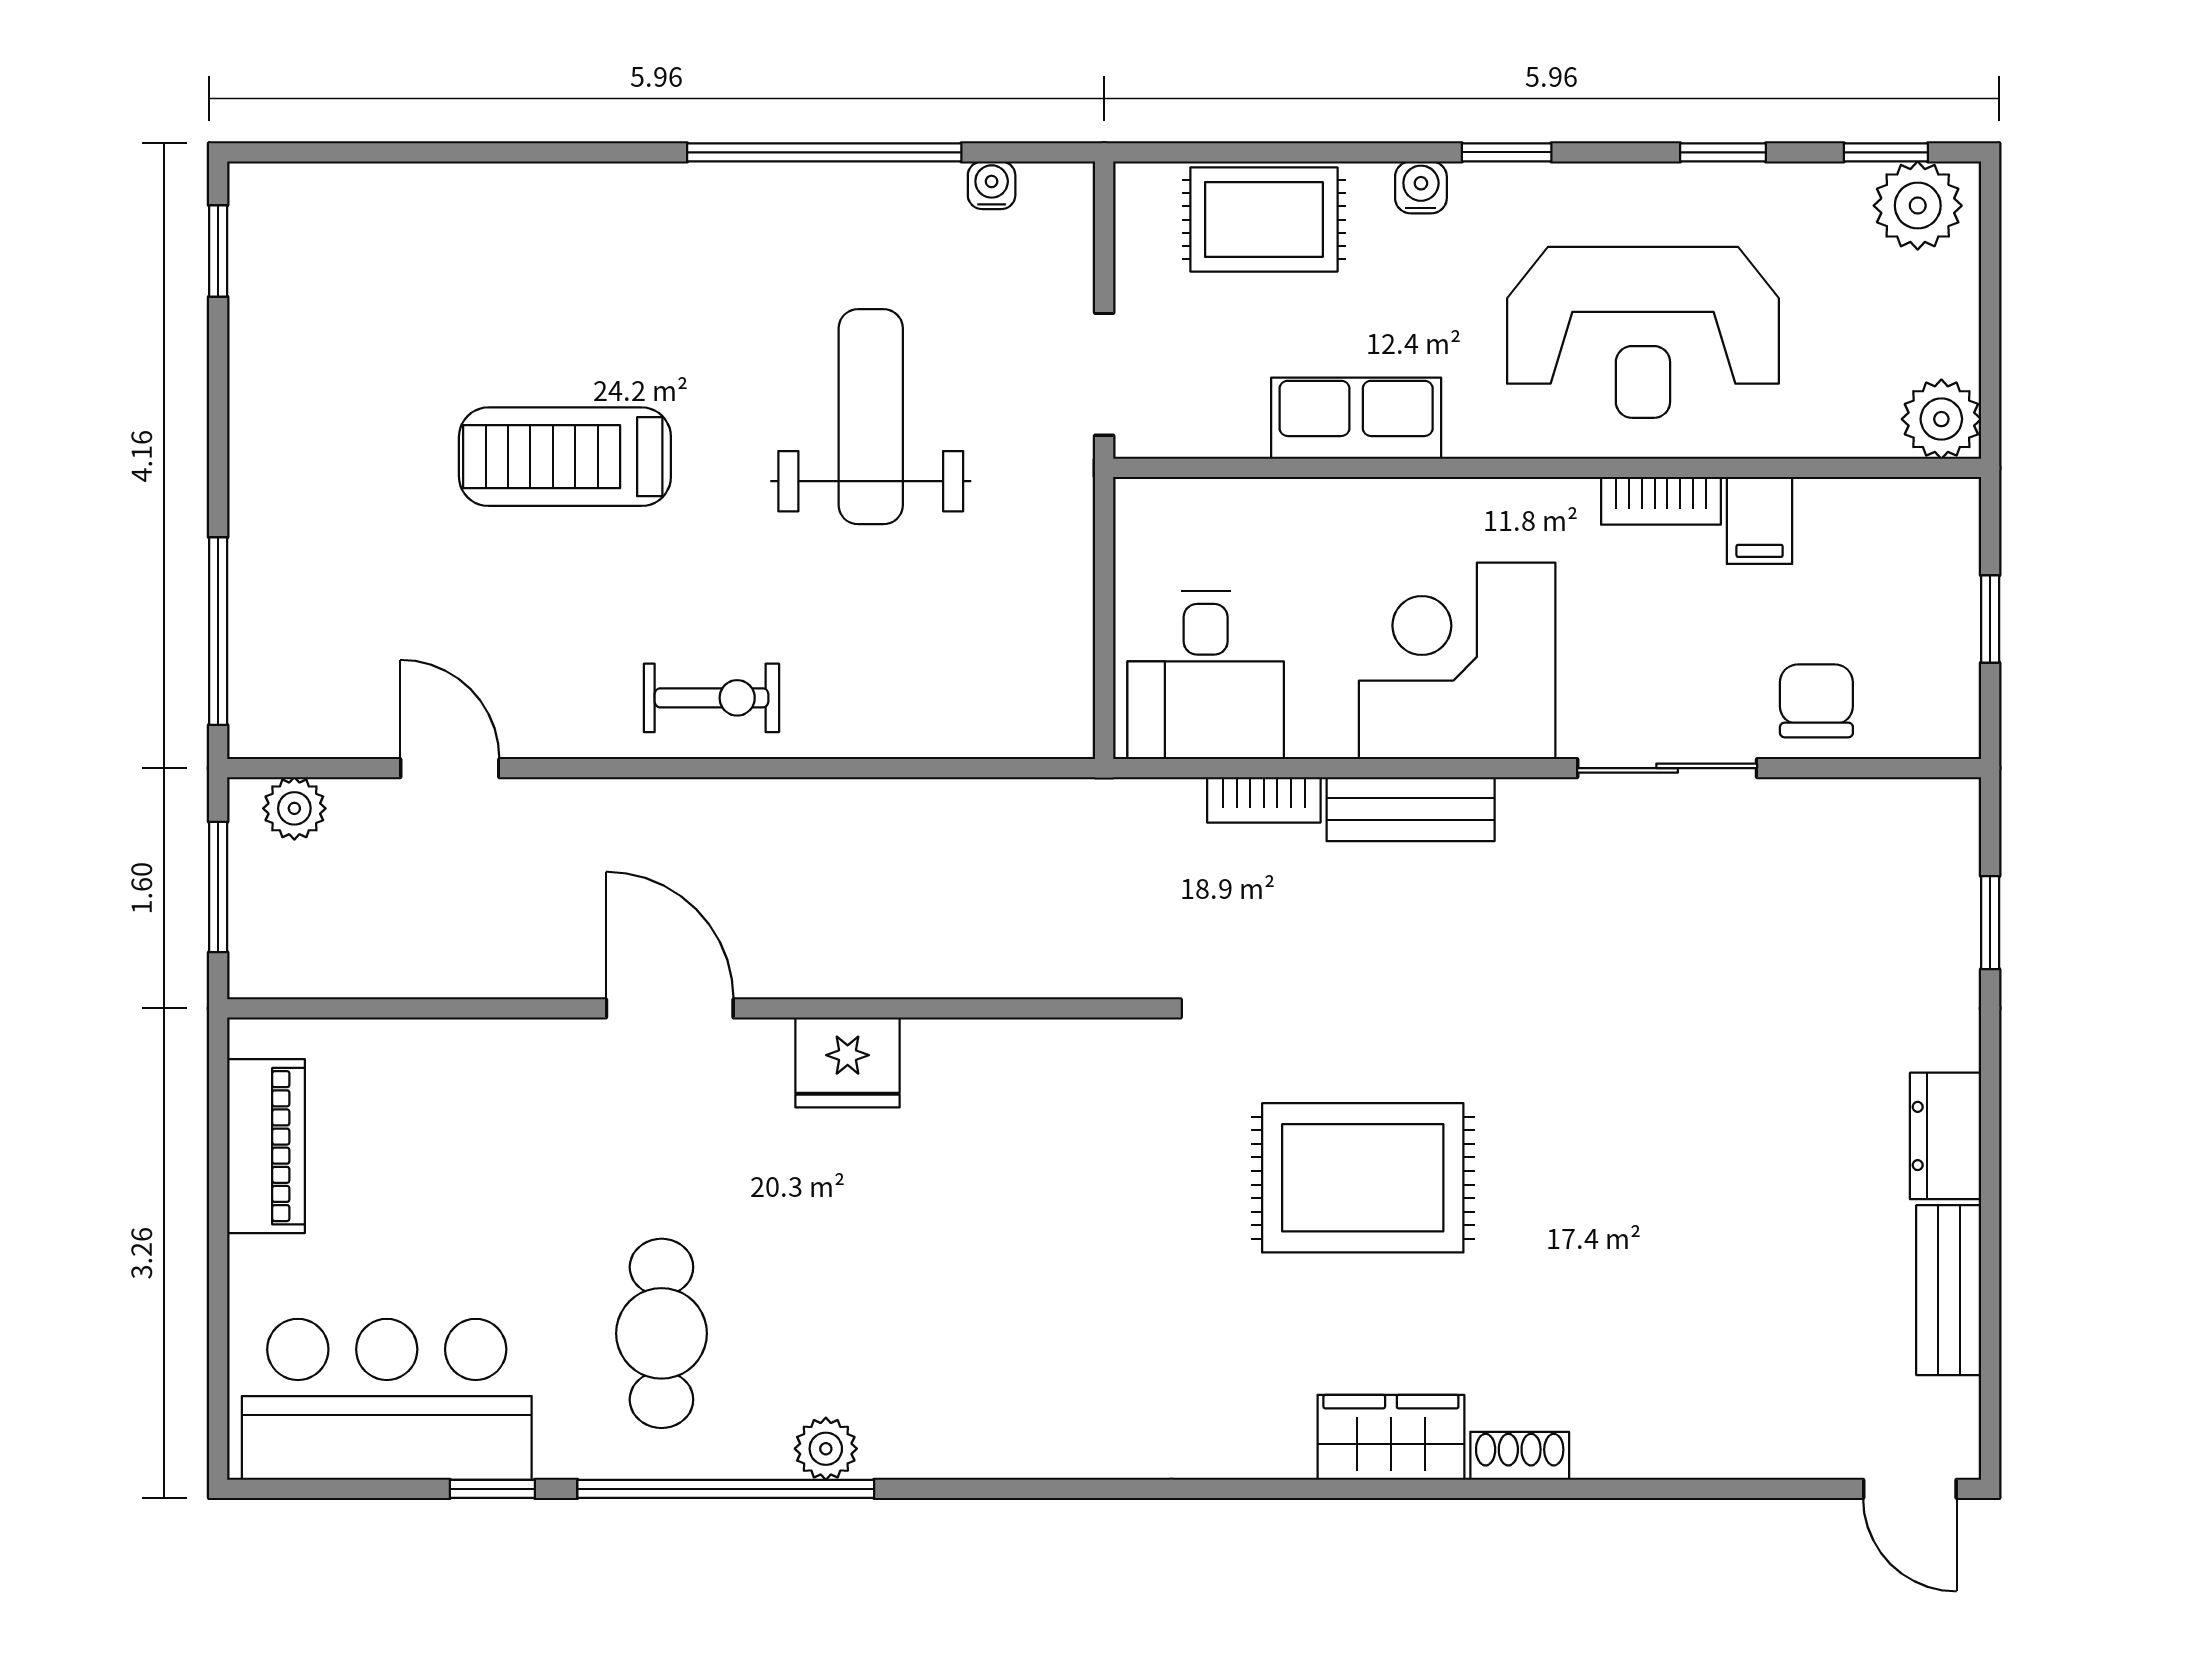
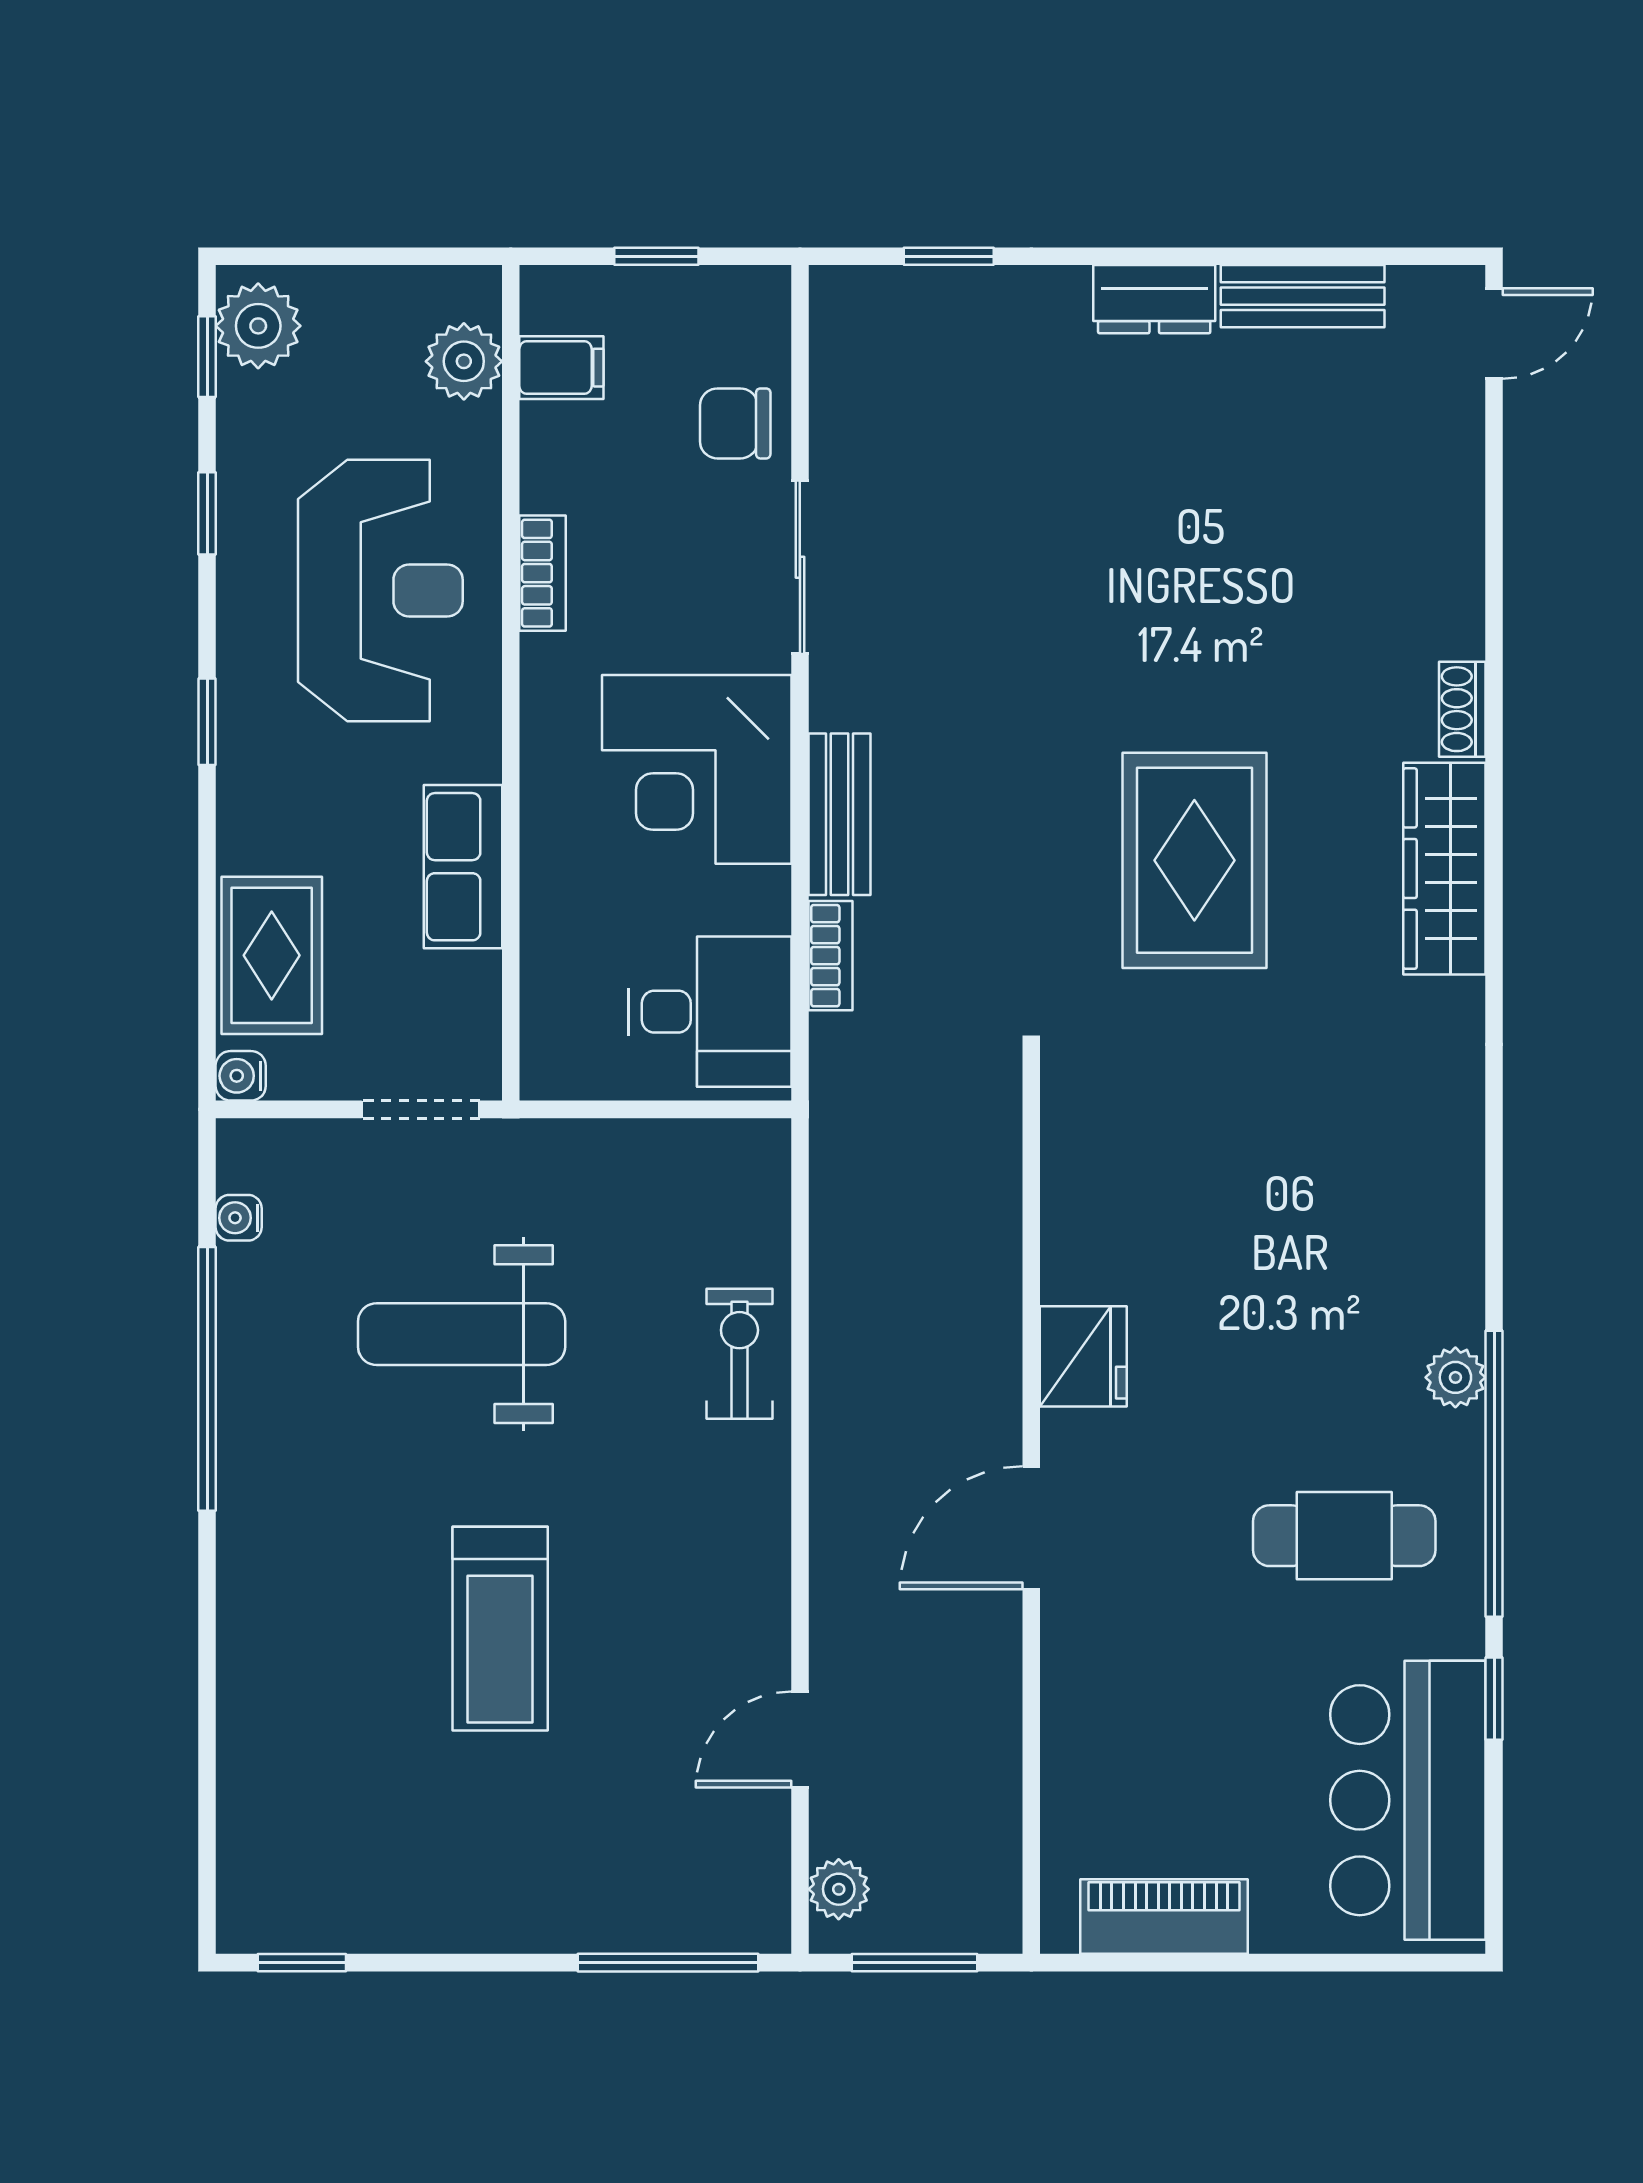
water cooler: (1421, 187) -> (241, 1076), moved
plant: (1941, 419) -> (464, 361), moved
filing cabinet: (1760, 520) -> (561, 368), moved
exercise bike: (711, 698) -> (739, 1354), moved
wardrobe: (1391, 1437) -> (1444, 869), width x1.50

